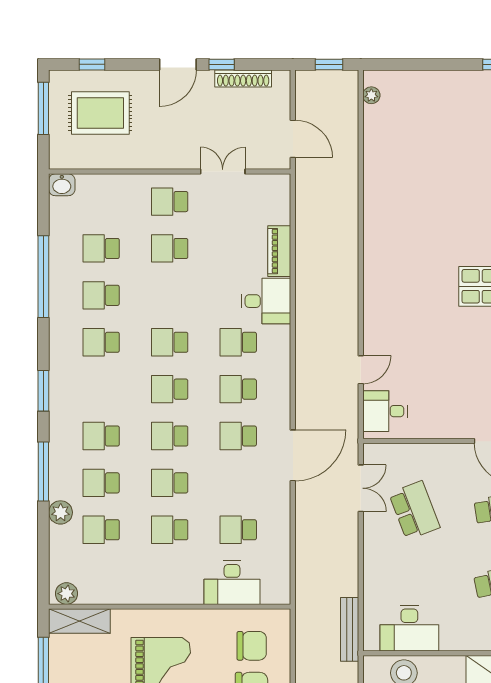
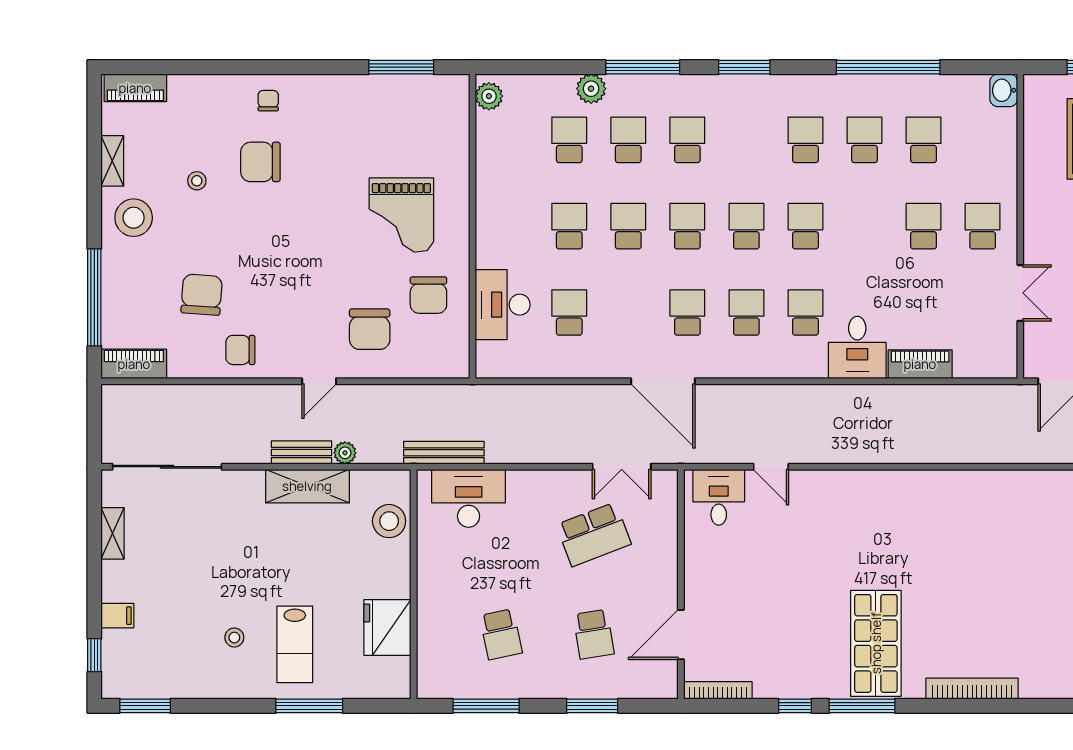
shelving: (79, 621) -> (454, 112), removed
desk: (409, 628) -> (469, 498), moved, turned 90
chair: (252, 646) -> (428, 295), moved

